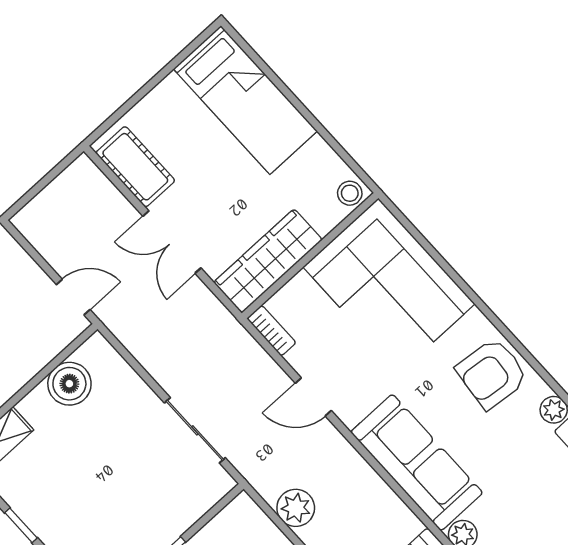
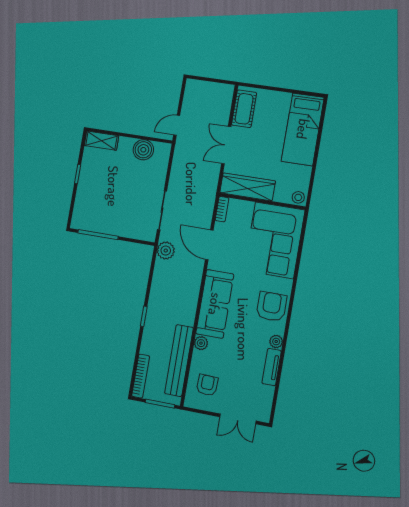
door: (73, 297) -> (177, 125), swing flipped
armchair: (492, 374) -> (271, 307), turned 84
door: (313, 397) -> (209, 245), width x1.37
plant: (296, 508) -> (166, 251), moved

